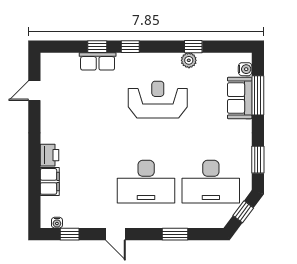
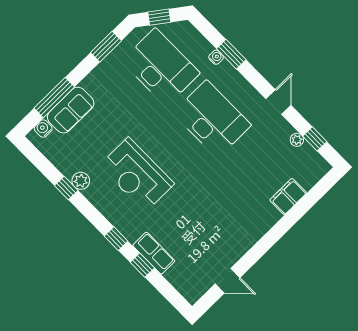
printer: (49, 155) -> (267, 218), removed
plant: (80, 222) -> (297, 140), added
water cooler: (57, 223) -> (216, 57), moved

